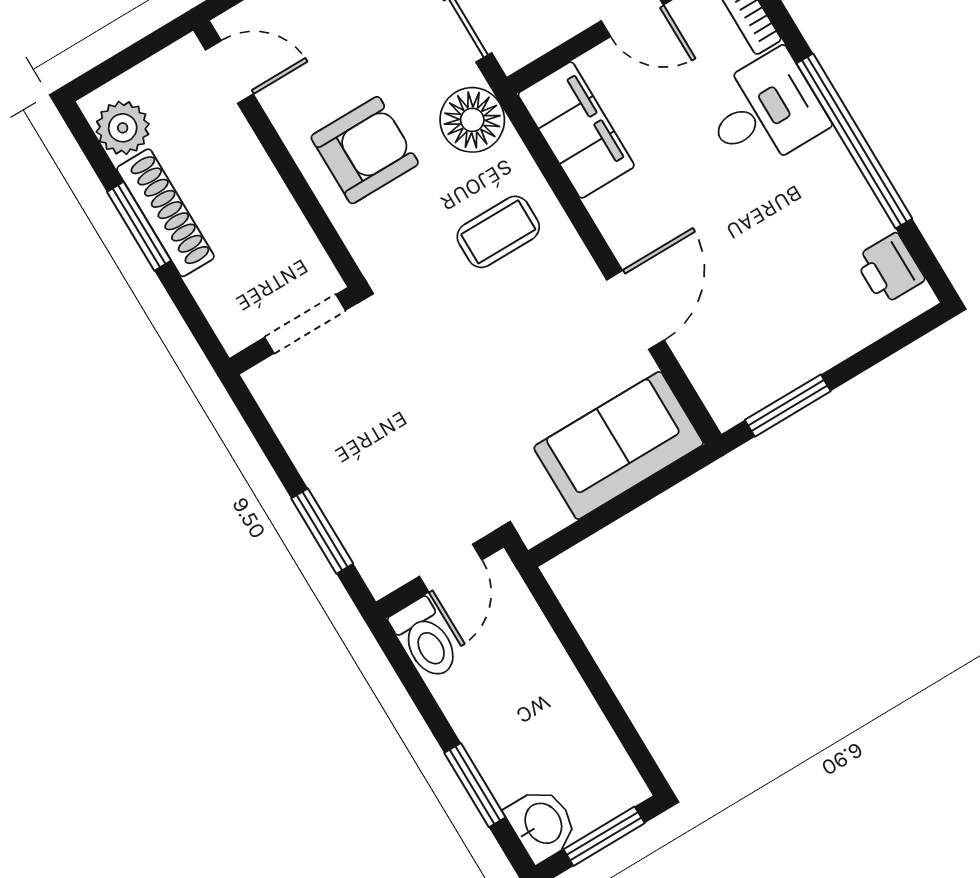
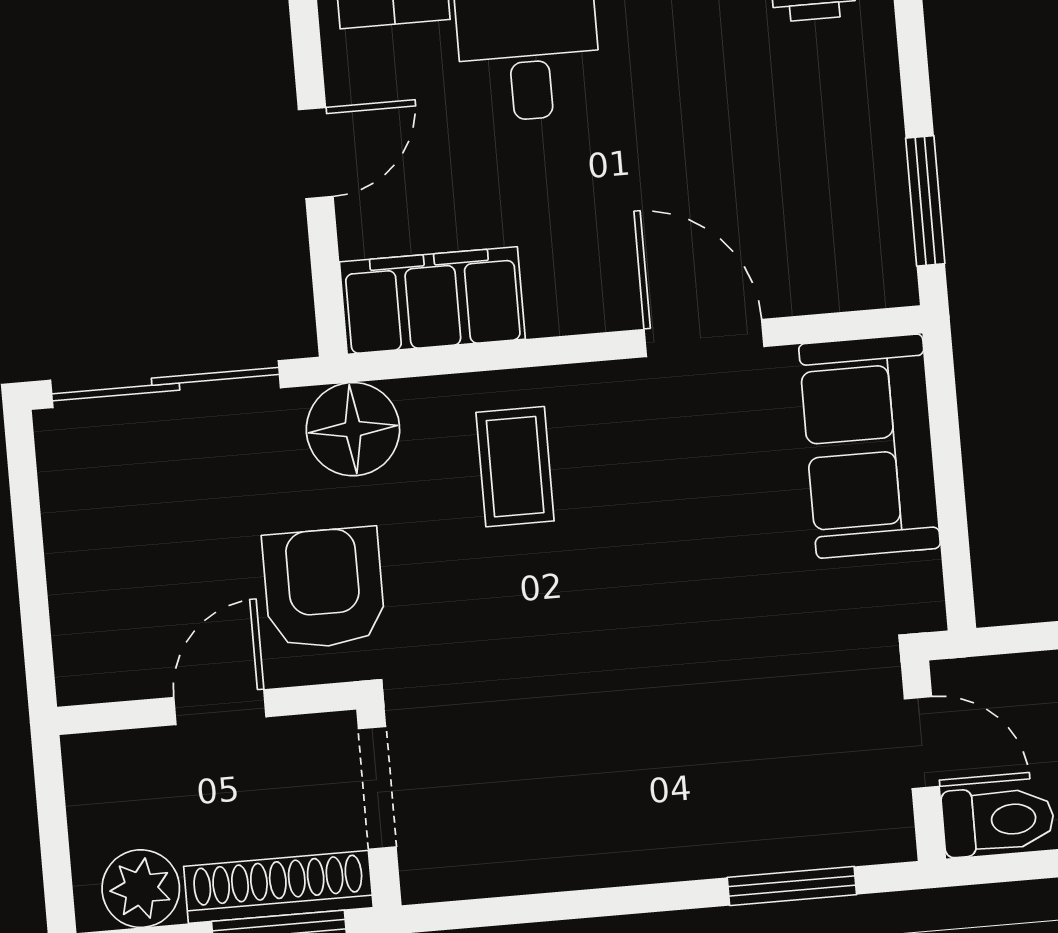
door: (229, 72) -> (220, 707), moved
doorway: (305, 324) -> (377, 788), moved
wall: (293, 331) -> (379, 807), moved

